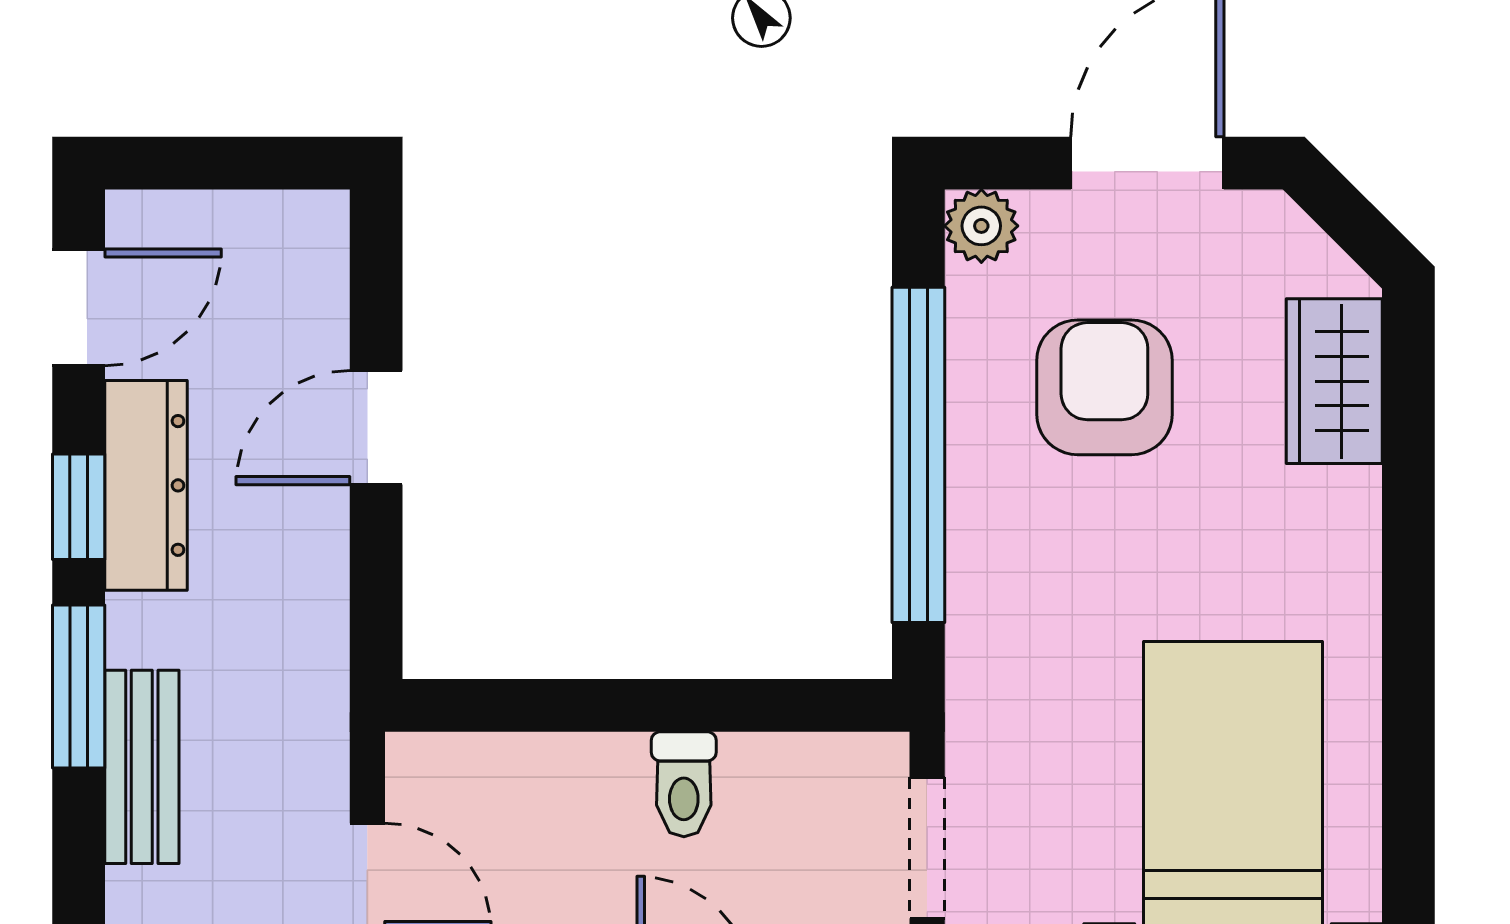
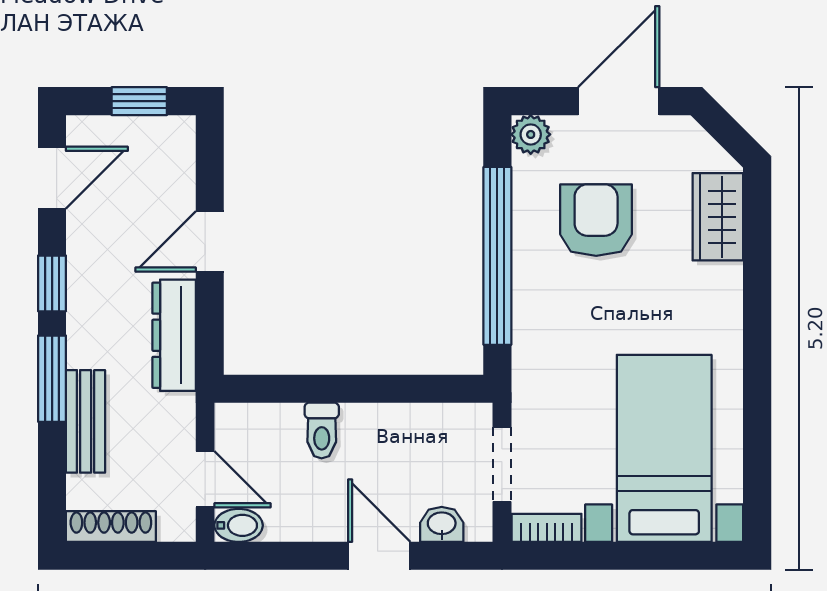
window: (243, 163) -> (139, 101), added
dresser: (146, 485) -> (174, 335), moved, turned 180
toilet: (684, 784) -> (322, 431), moved

